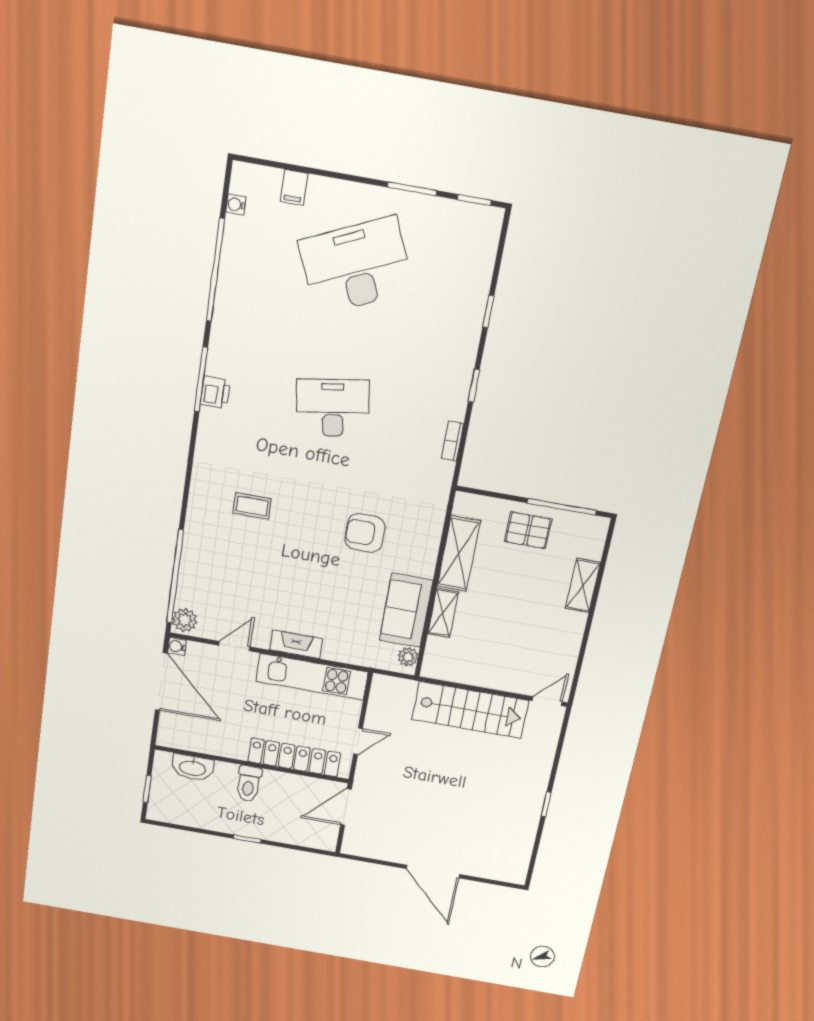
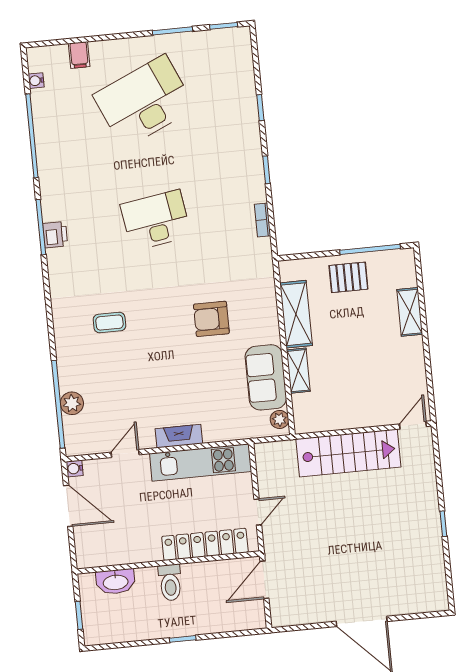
plant: (185, 620) -> (72, 403), moved
door: (161, 682) -> (68, 506), width x0.73

